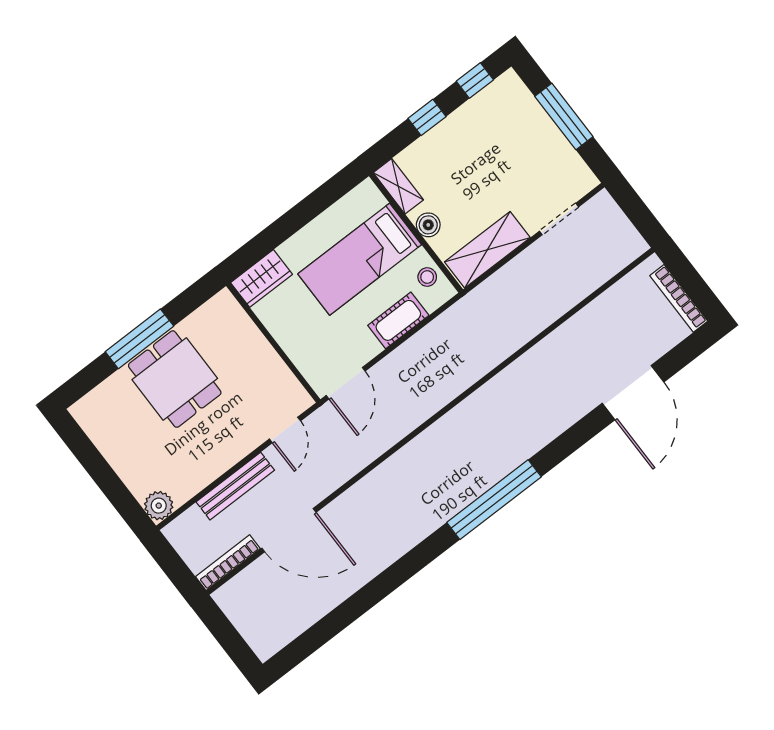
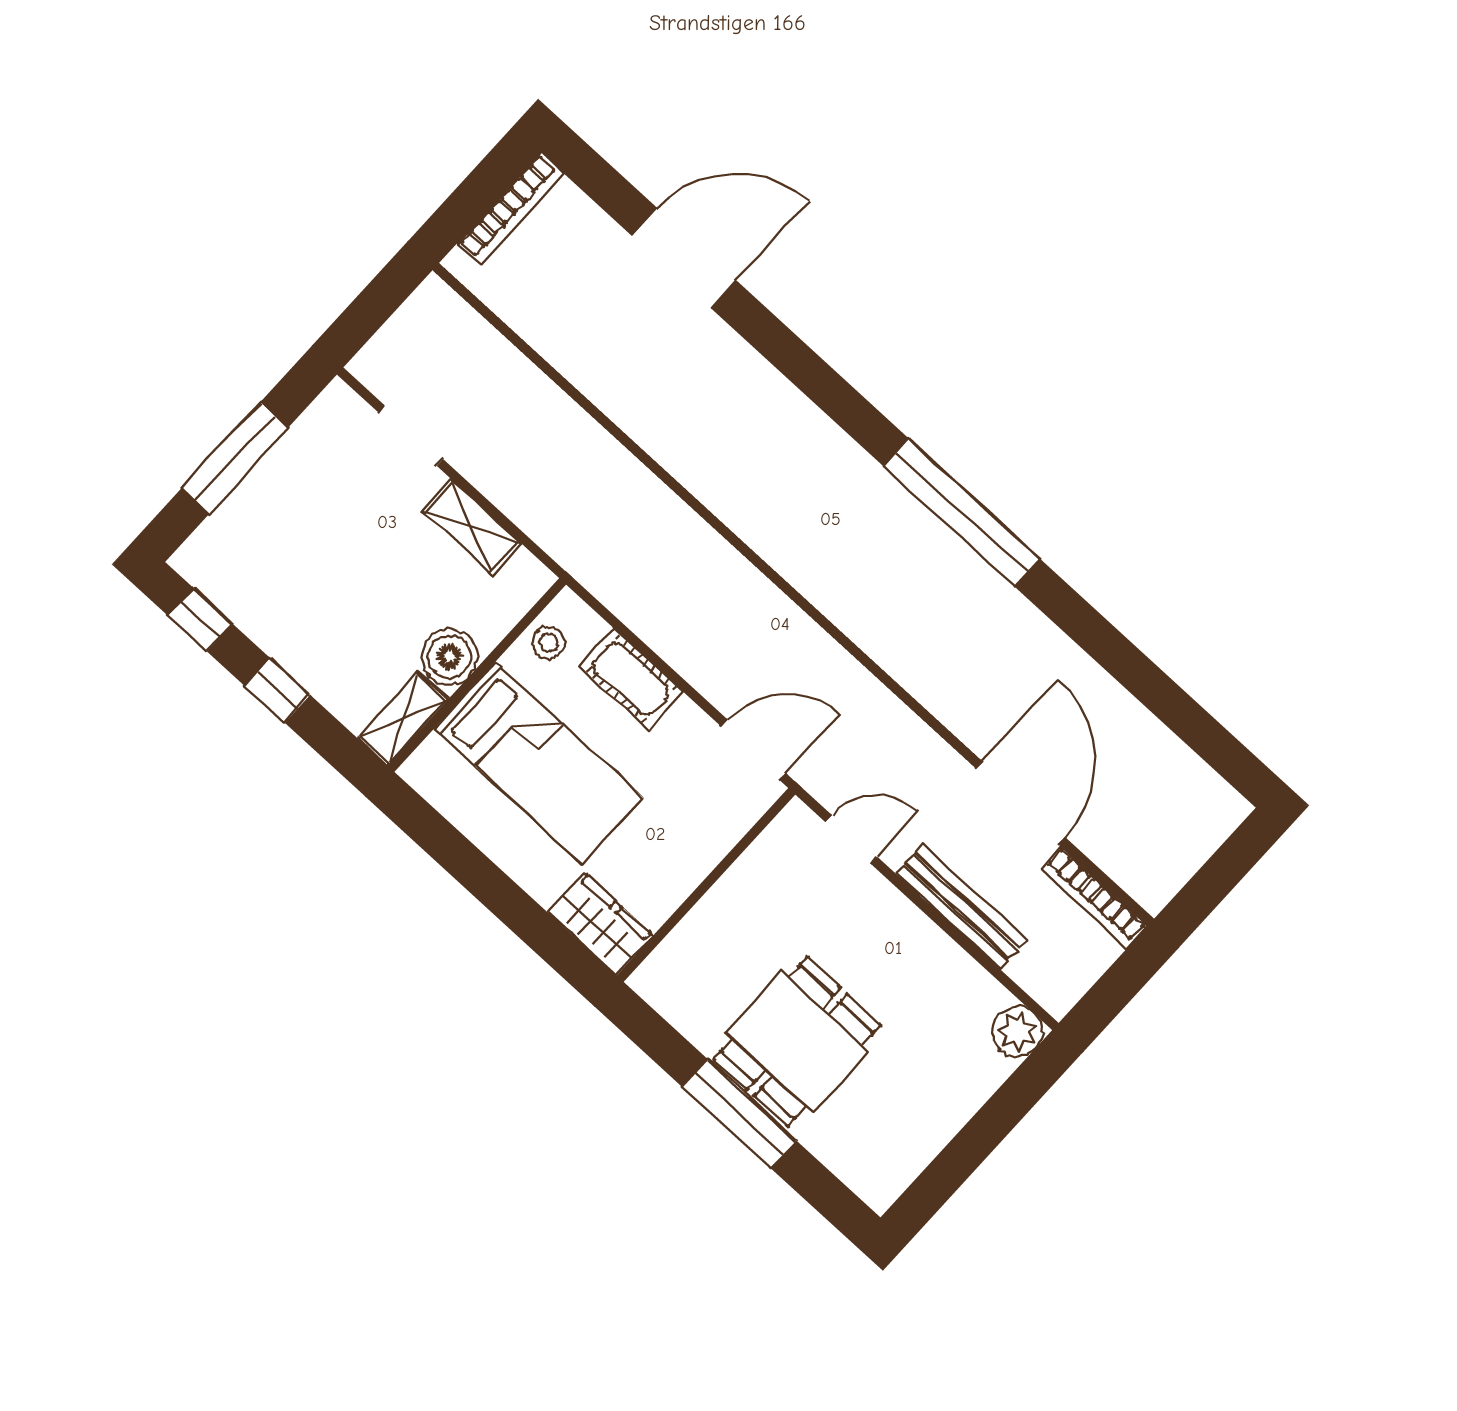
boiler: (428, 225) -> (449, 657), width x1.36, depth x1.36
shelving: (487, 250) -> (472, 527), width x0.67, depth x0.75
window: (494, 500) -> (962, 513), moved

